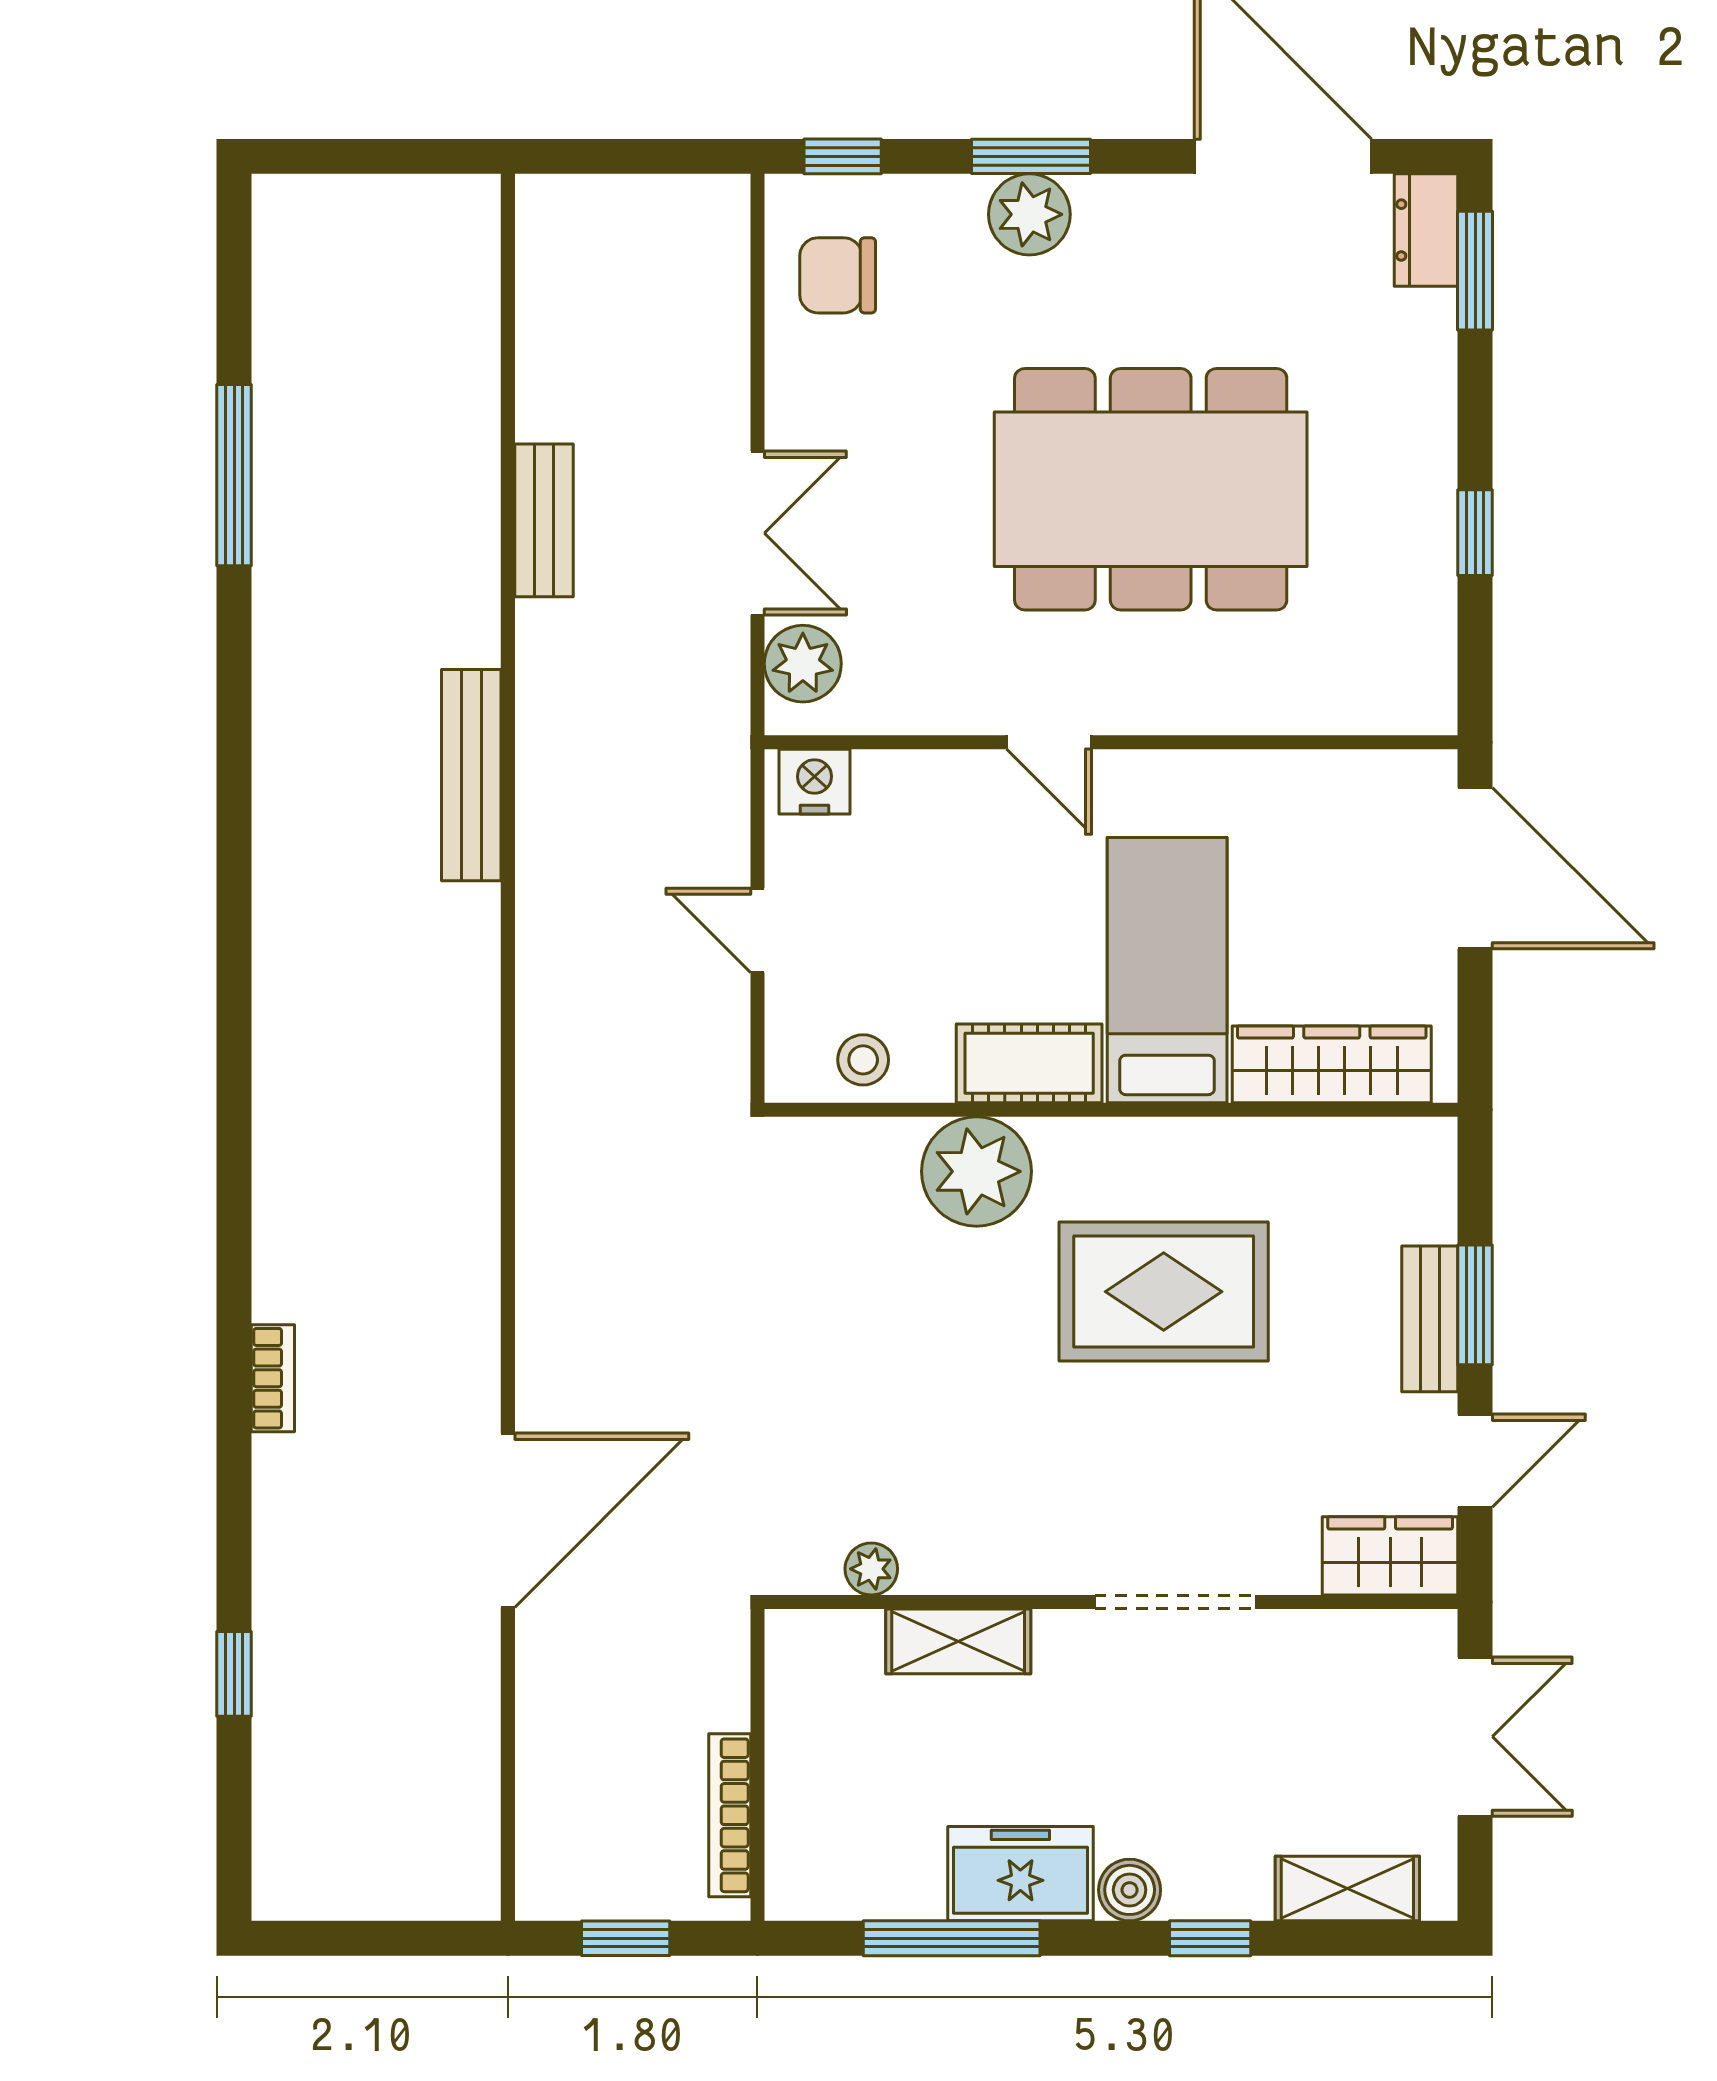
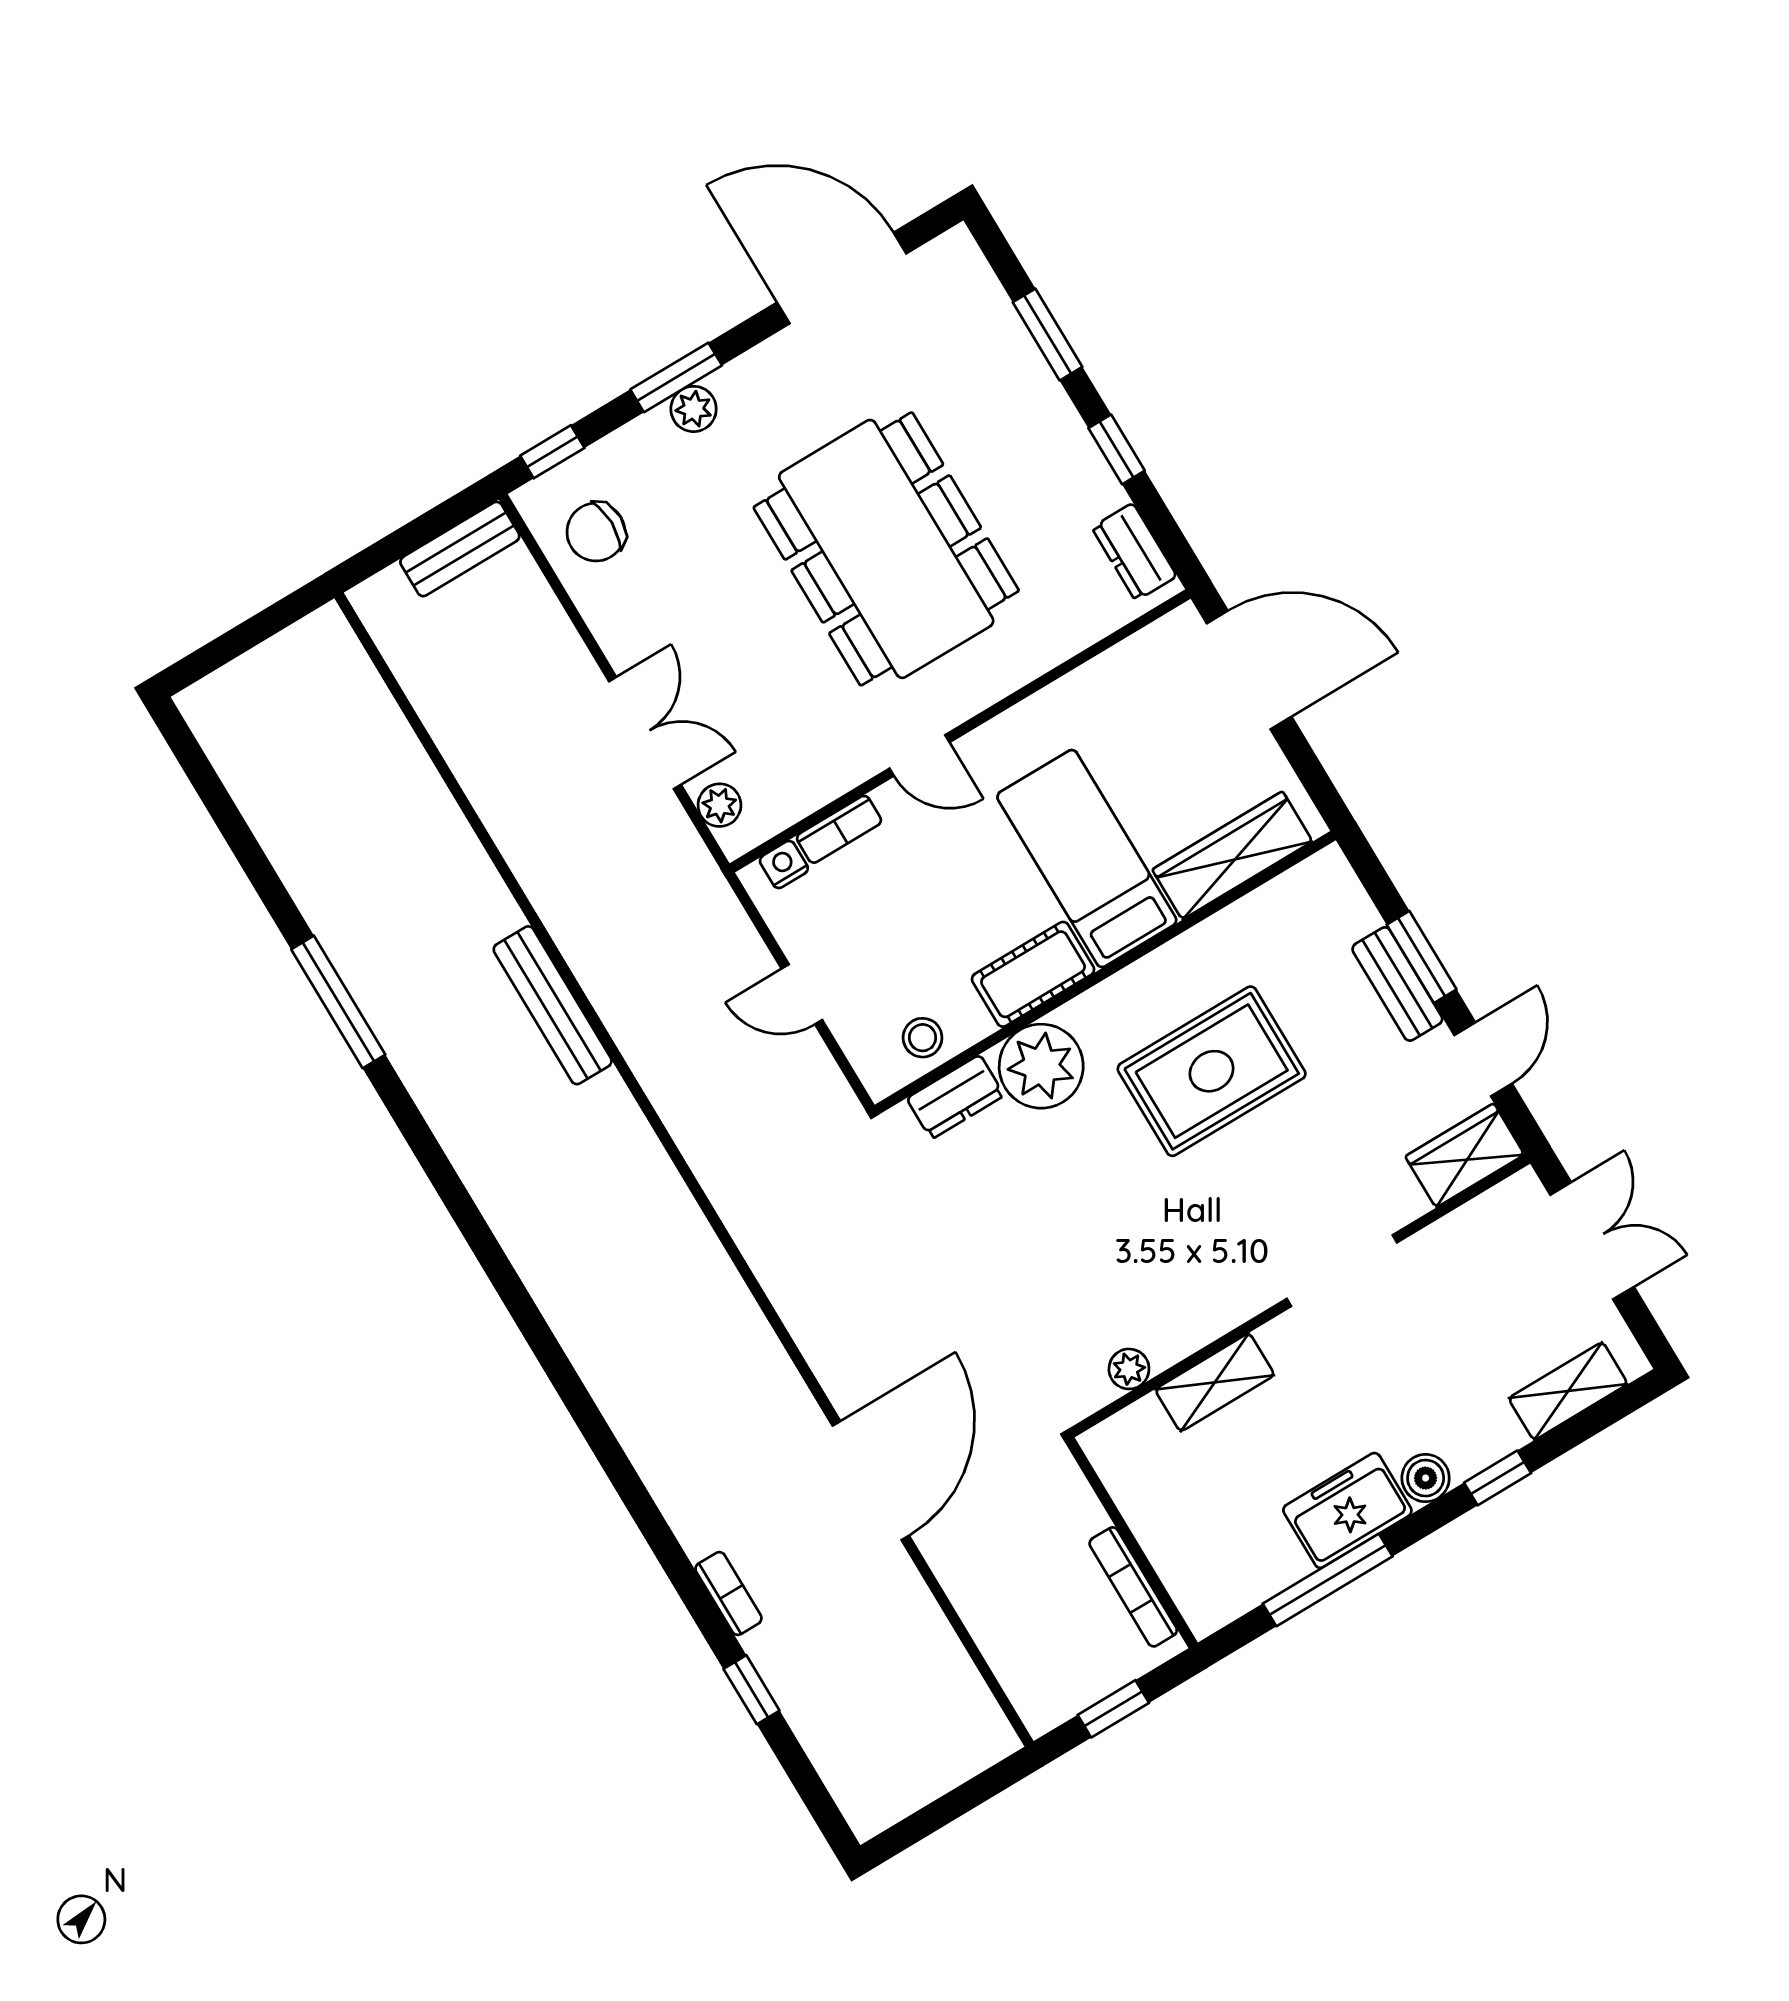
plant: (1029, 214) -> (694, 409), width x0.73, depth x0.73
dresser: (1426, 230) -> (1134, 552), moved
window: (1475, 271) -> (1048, 335), moved
window: (234, 475) -> (338, 1002), moved
dining table: (1151, 489) -> (886, 549), turned 90
bench: (544, 520) -> (460, 549), moved, turned 90
plant: (803, 664) -> (720, 805), width x0.73, depth x0.73
bookcase: (910, 771) -> (839, 829), added
nightstand: (814, 782) -> (784, 865), width x0.72, depth x0.74
dresser: (860, 1148) -> (955, 1097), added
bookcase: (273, 1378) -> (728, 1594), moved

